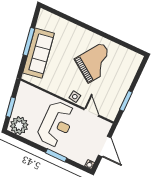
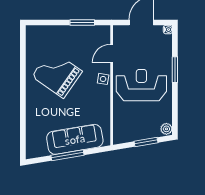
plant: (19, 126) -> (166, 129), width x0.53, depth x0.53

